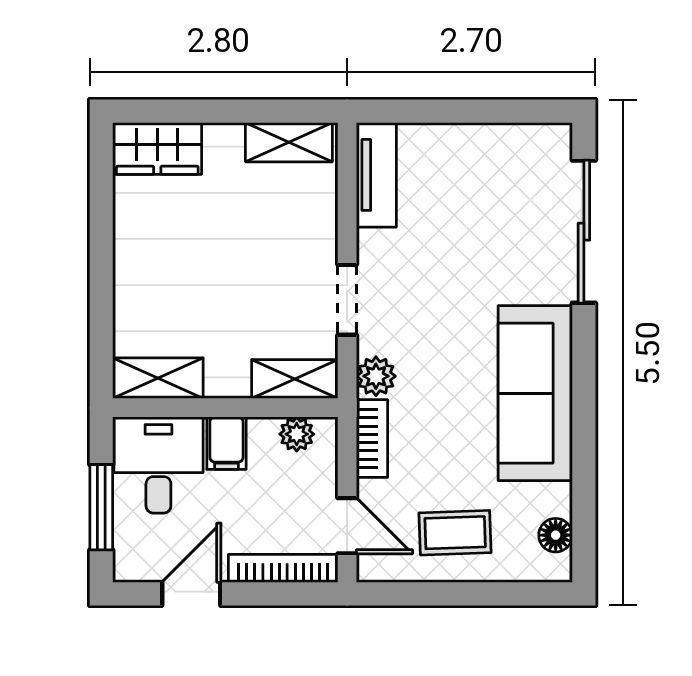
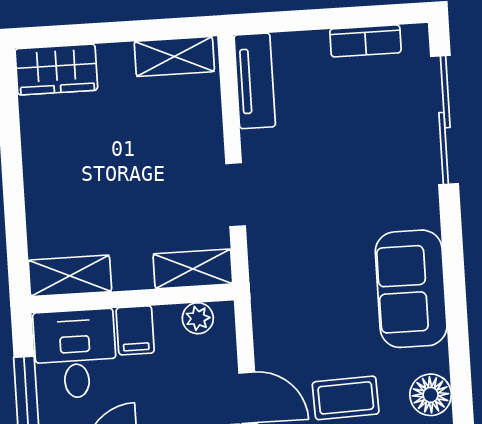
plant: (376, 376) -> (266, 262), removed
sofa: (535, 393) -> (411, 289), width x0.73
bookcase: (372, 438) -> (365, 41), moved, turned 90
floor lamp: (556, 535) -> (431, 395), width x1.37, depth x1.37

